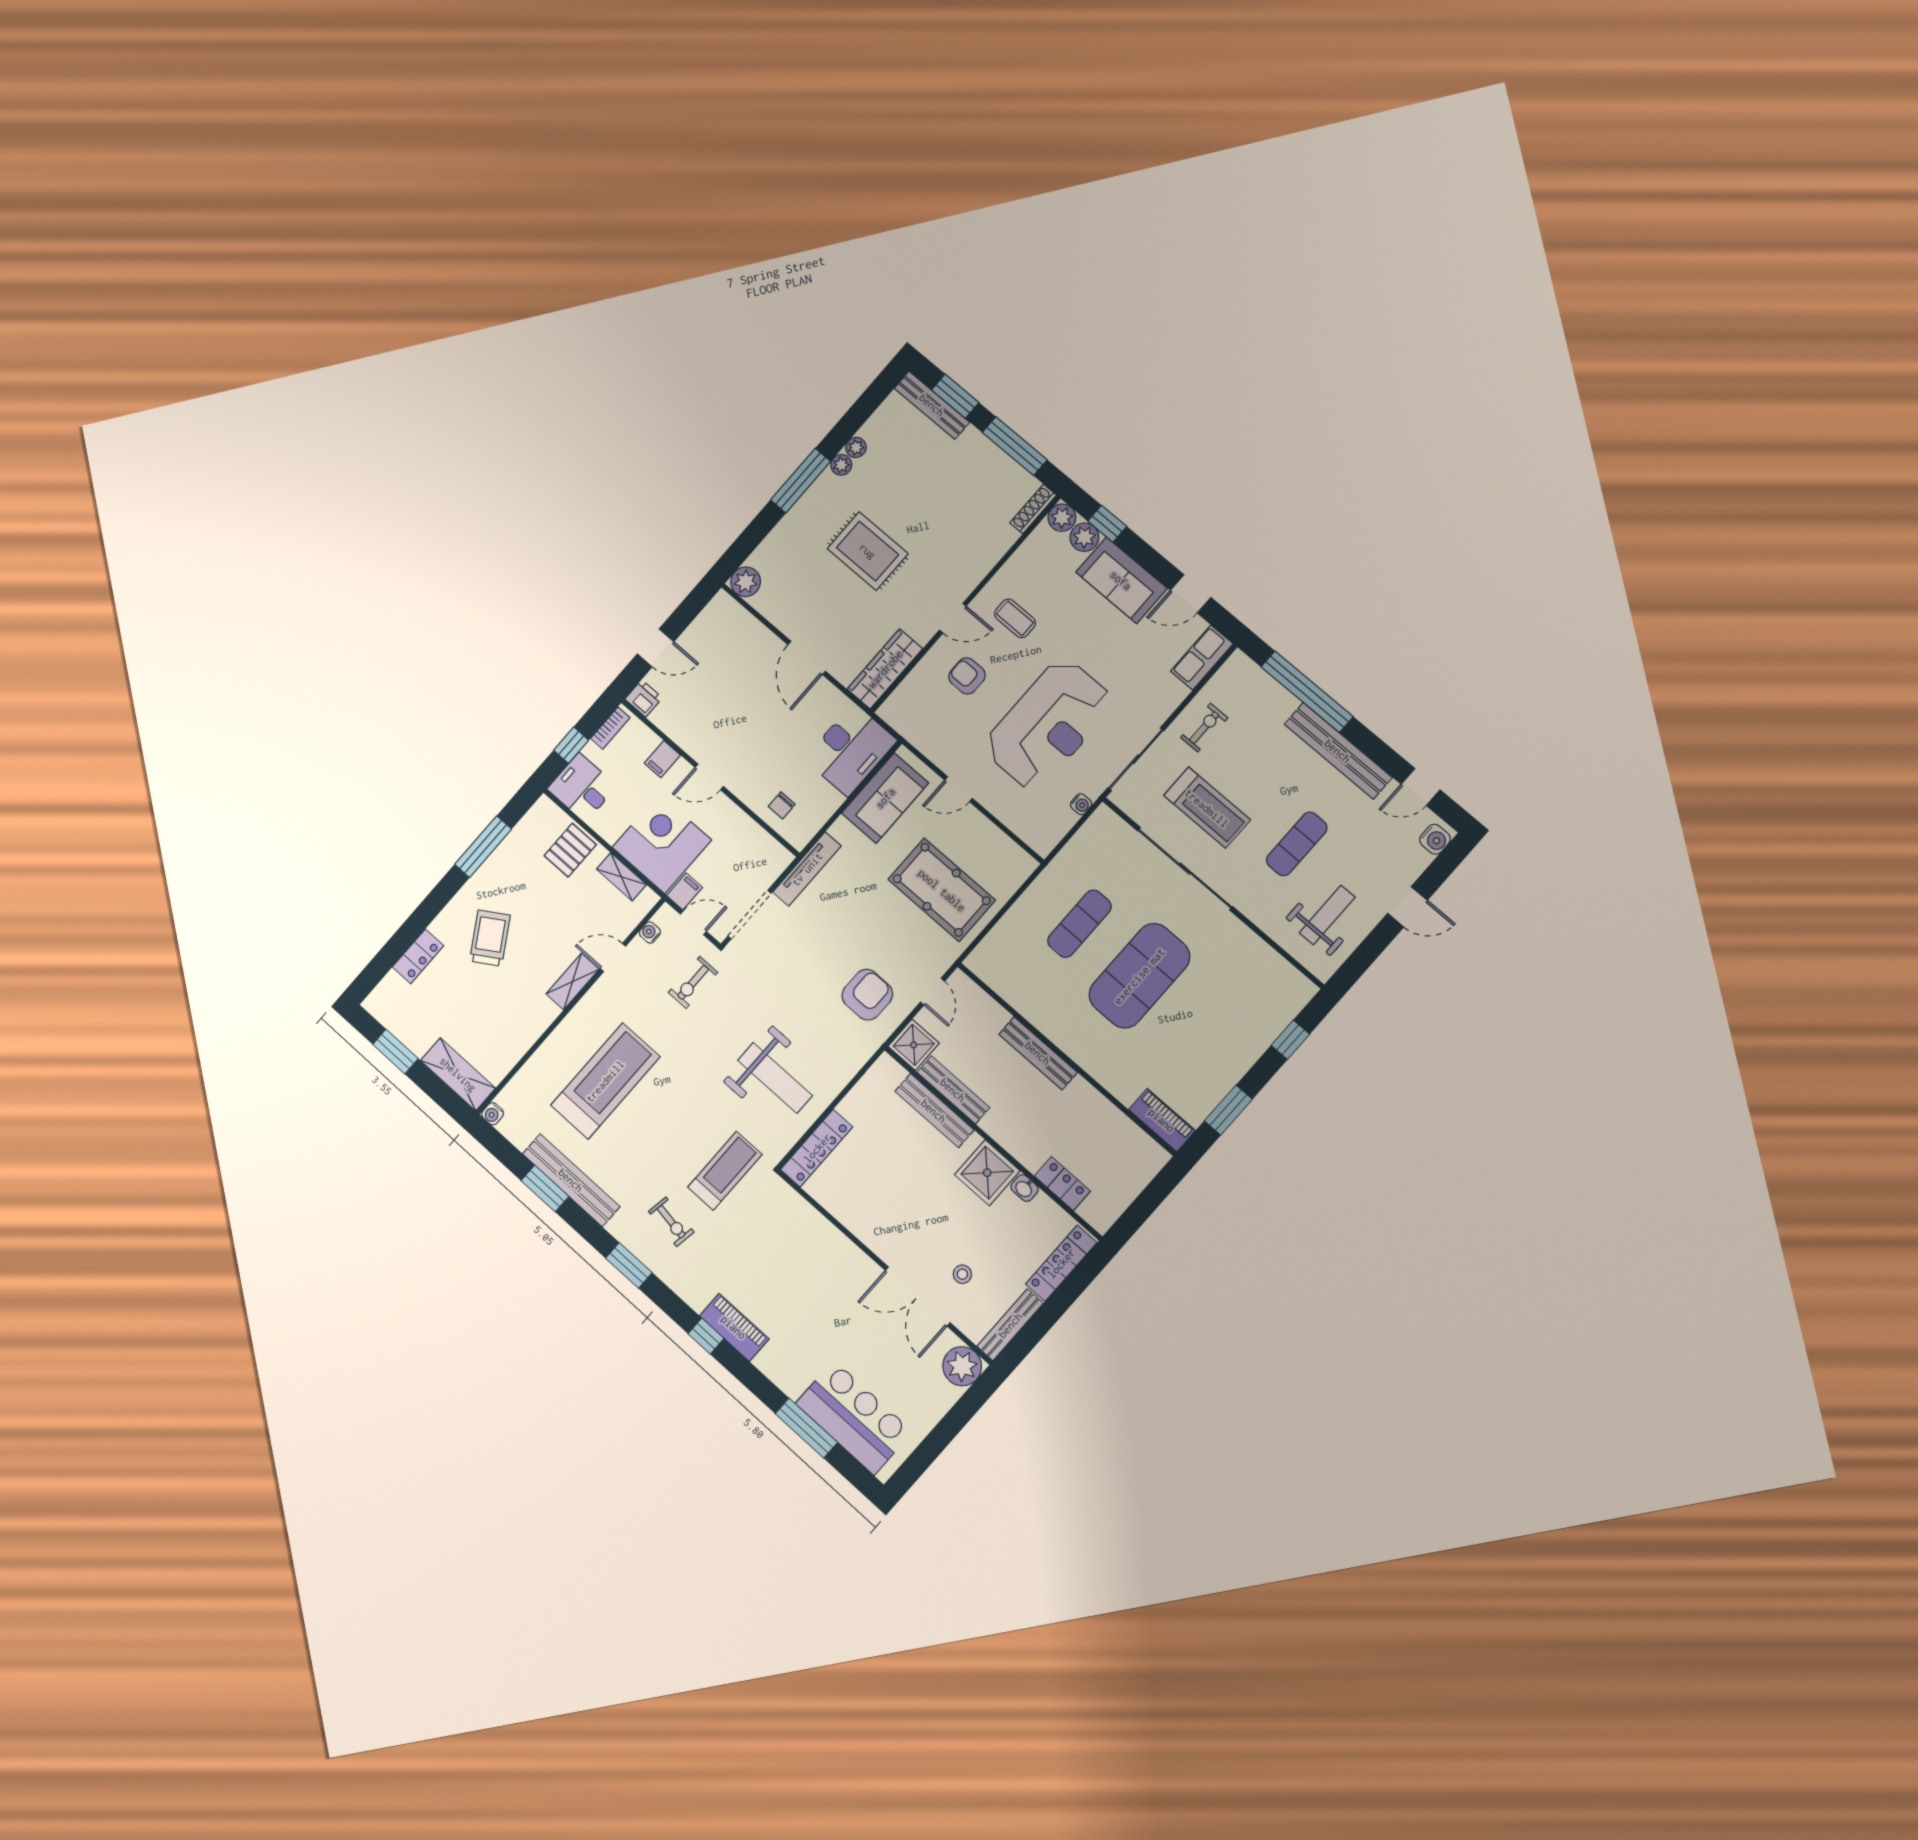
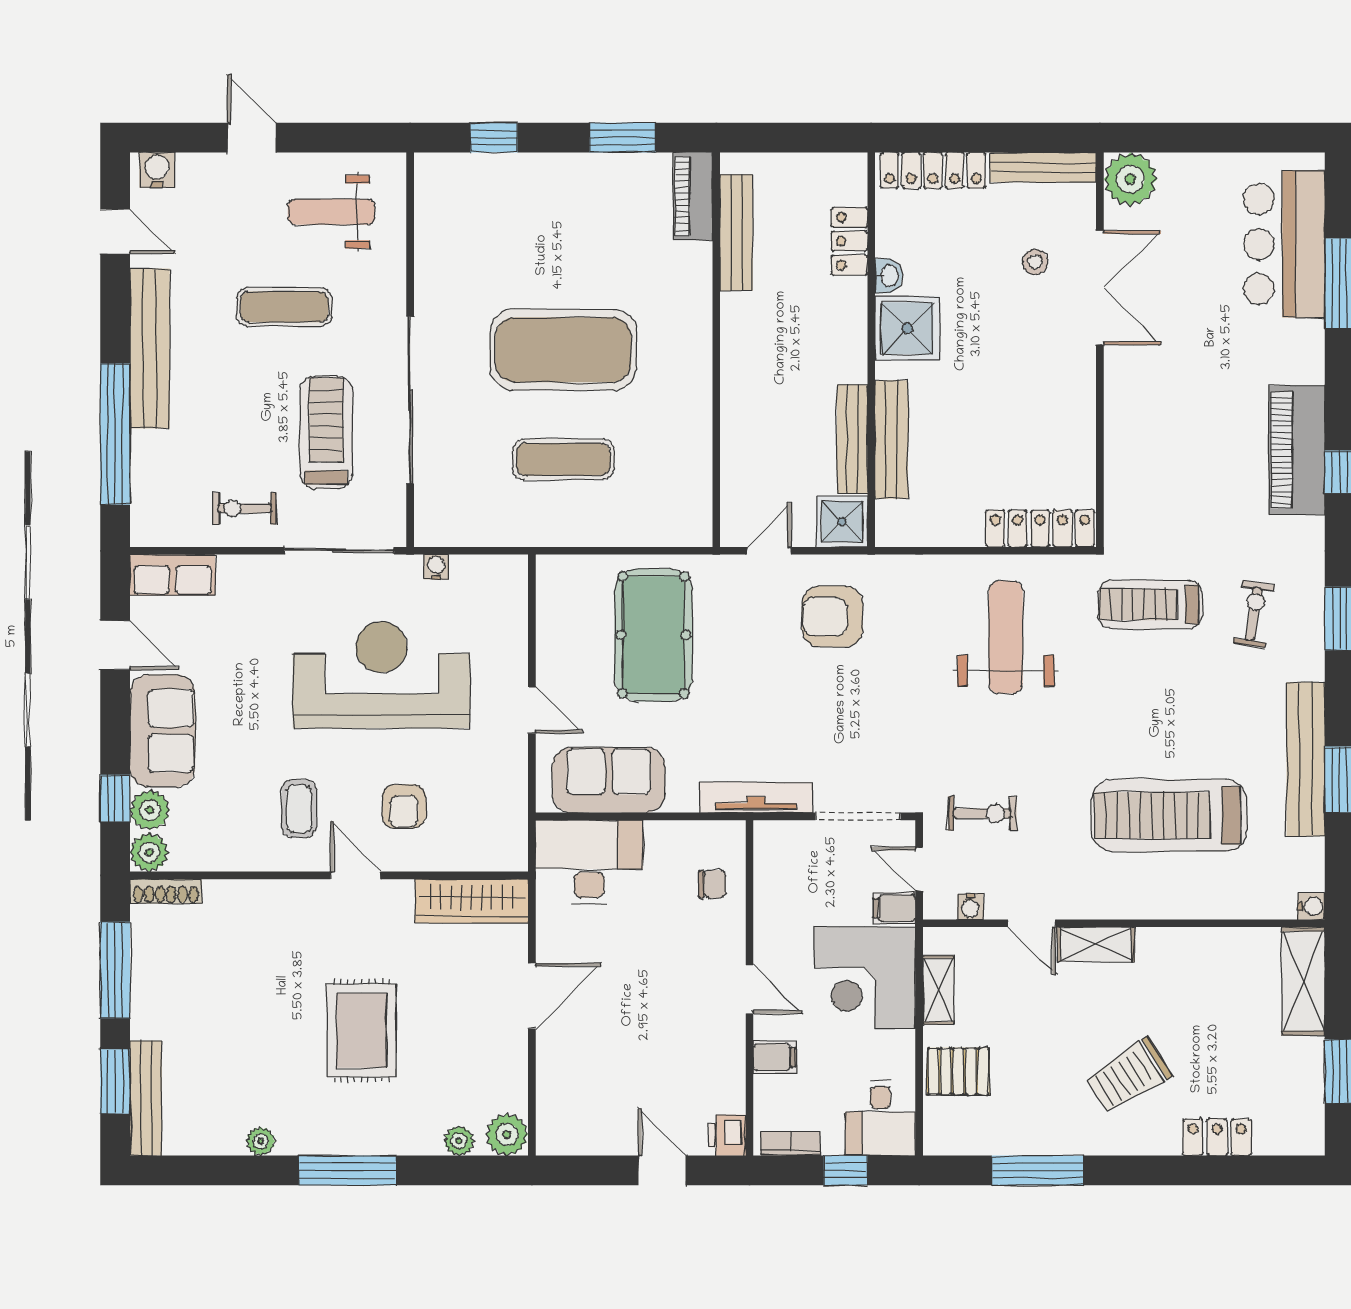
plant: (841, 465) -> (459, 1141), moved
bench: (1038, 1053) -> (736, 233), moved
piano: (734, 1327) -> (1297, 450), width x1.37, depth x1.33

